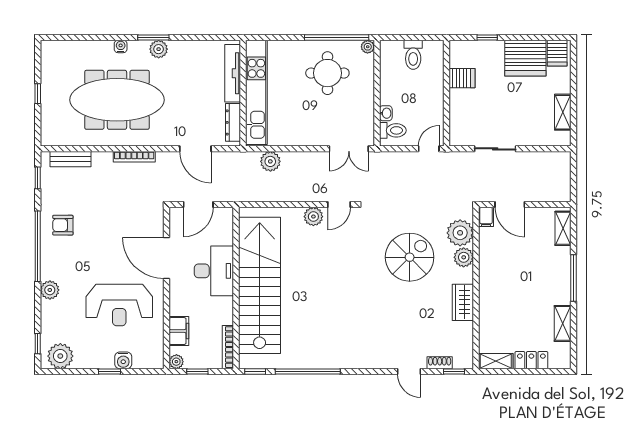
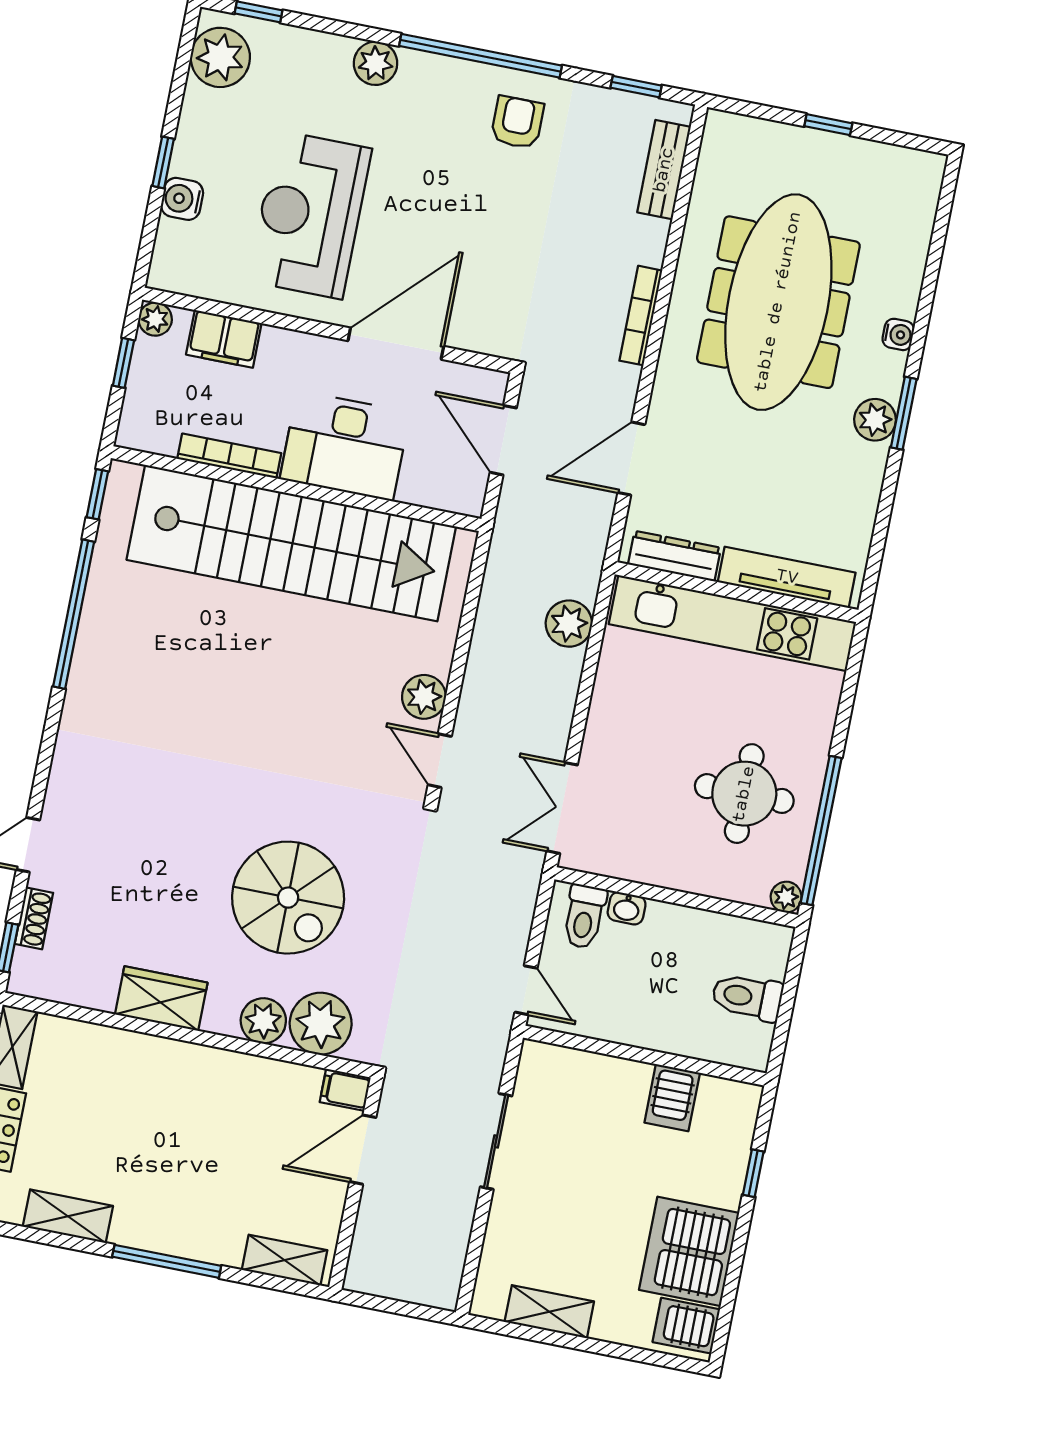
bookcase: (228, 347) -> (229, 456), moved

